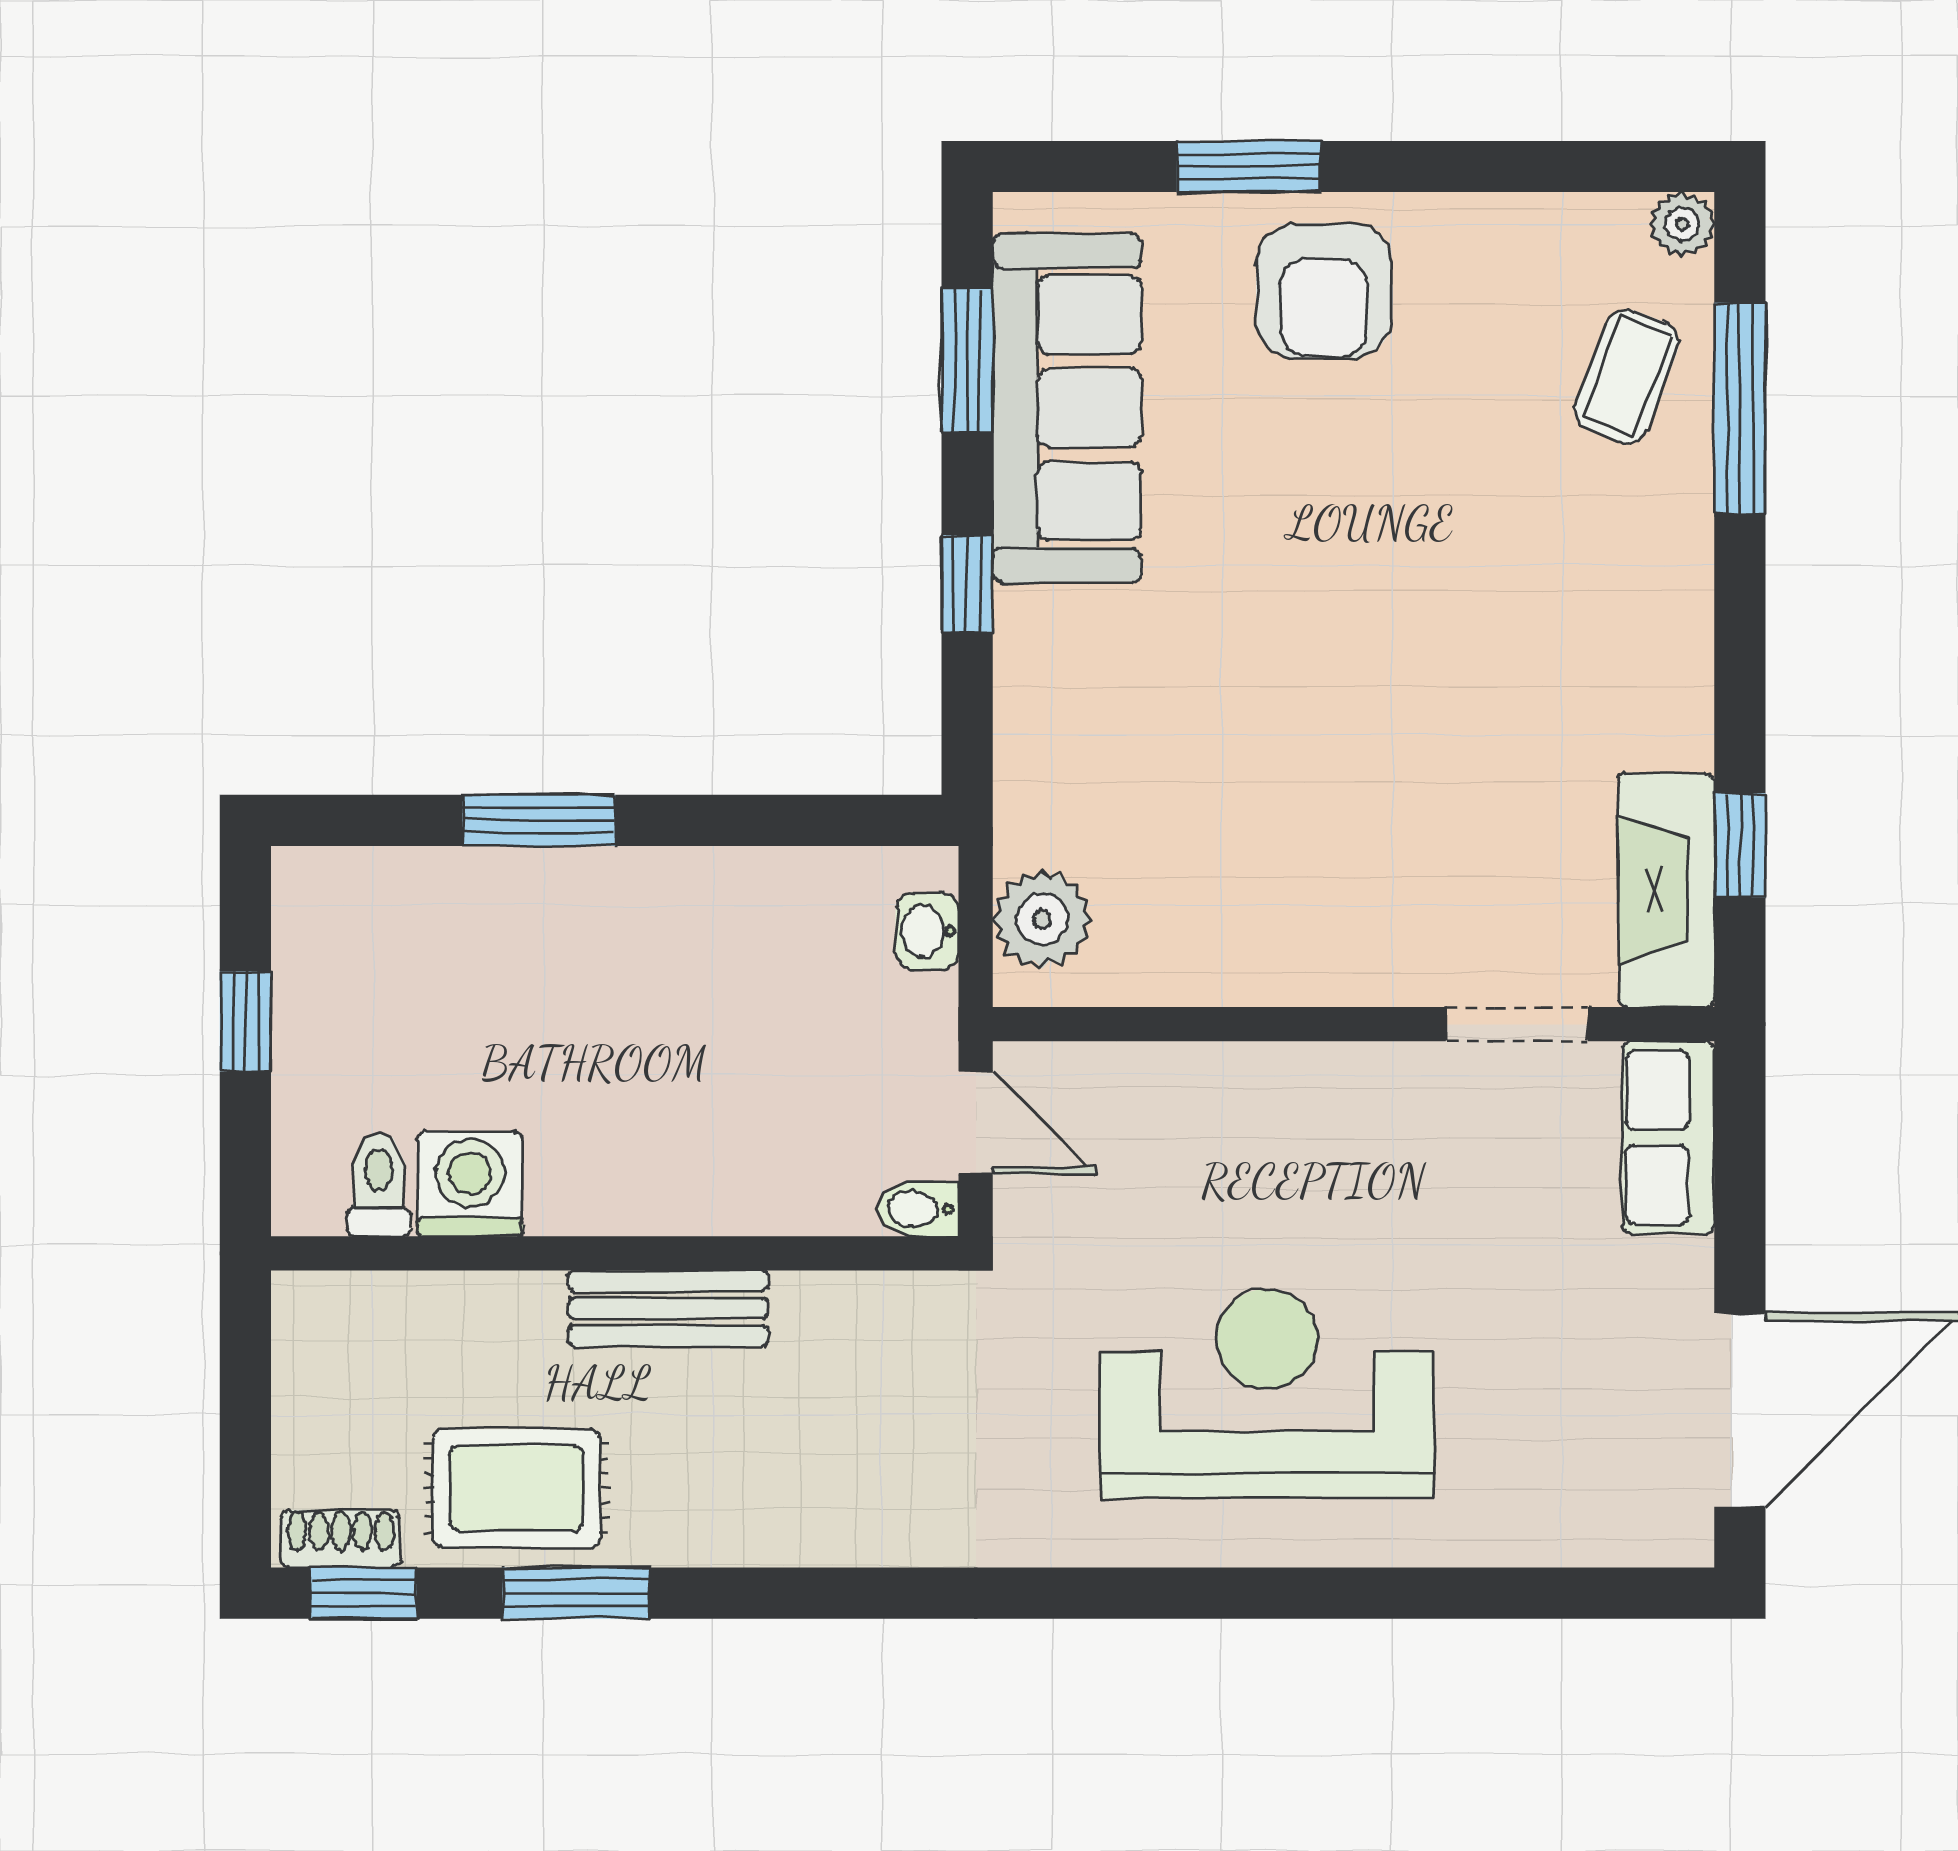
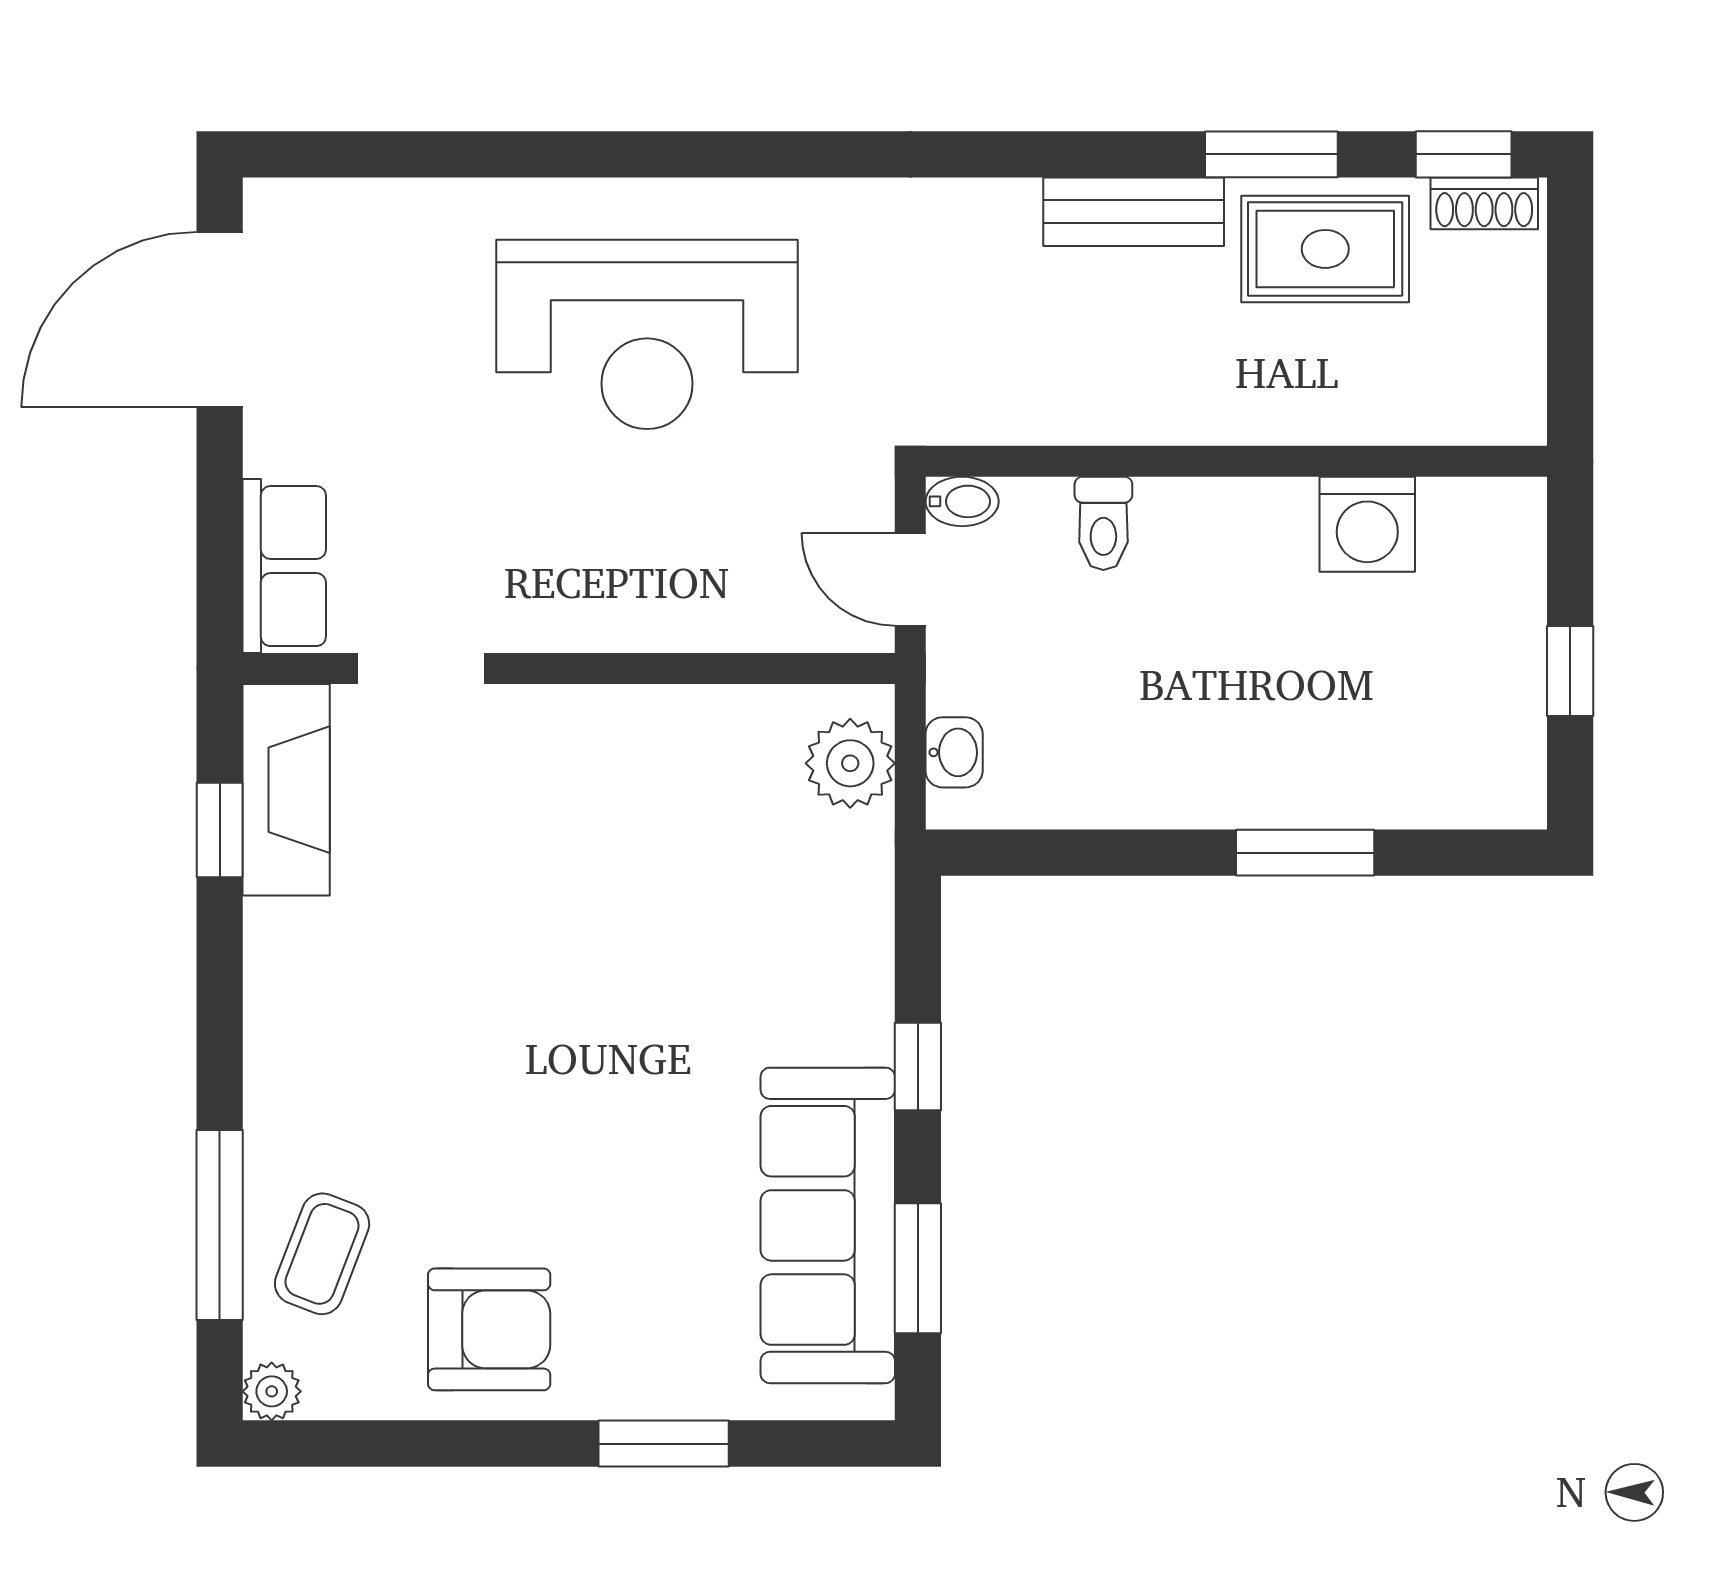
armchair: (1324, 291) -> (489, 1329), moved, turned 90
toilet: (379, 1185) -> (1103, 523), moved
bench: (668, 1309) -> (1134, 212), moved

